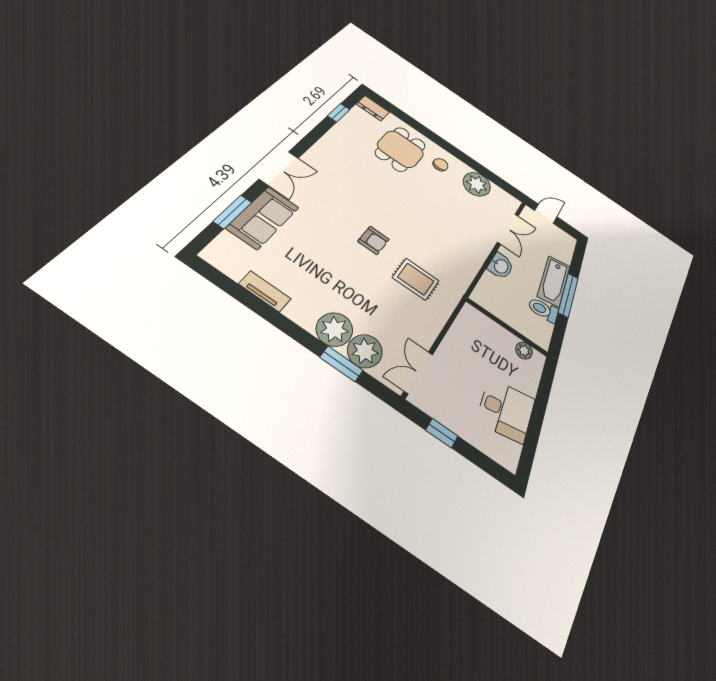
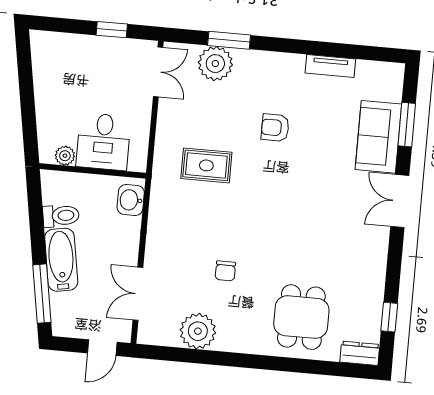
chair: (441, 165) -> (225, 271), moved
armchair: (374, 240) -> (275, 128), moved
washbasin: (501, 266) -> (131, 200), moved
window: (568, 295) -> (42, 294), moved
plant: (335, 329) -> (252, 67), removed
desk: (506, 410) -> (103, 142), moved, turned -80

